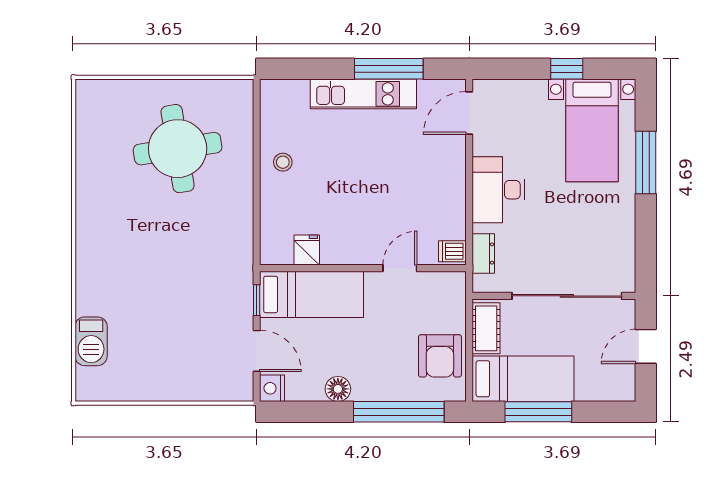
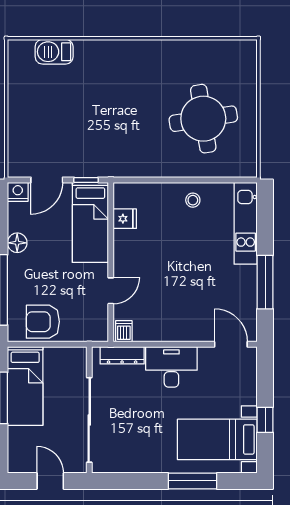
kitchen unit: (363, 94) -> (246, 223), moved
dresser: (483, 253) -> (122, 355), width x1.44
door: (400, 268) -> (111, 291), hinge flipped
cot: (486, 328) -> (64, 357), removed

